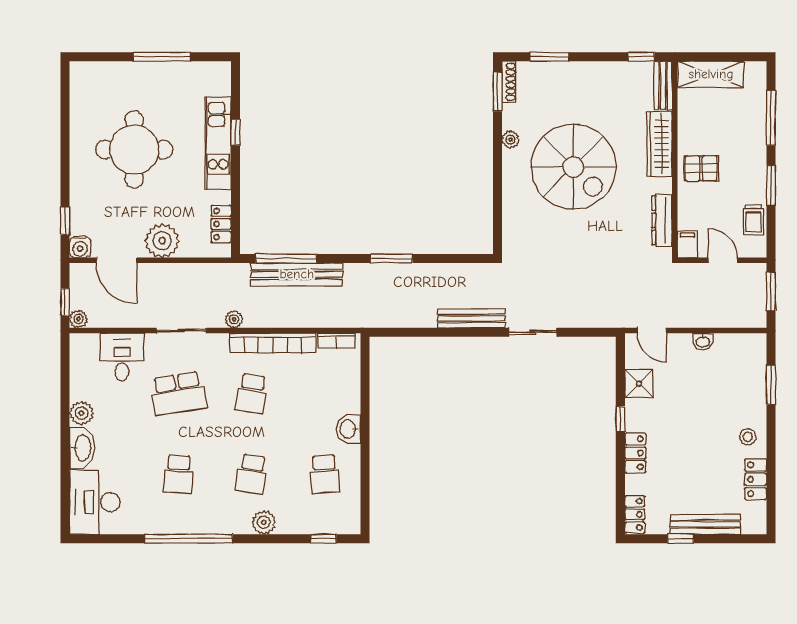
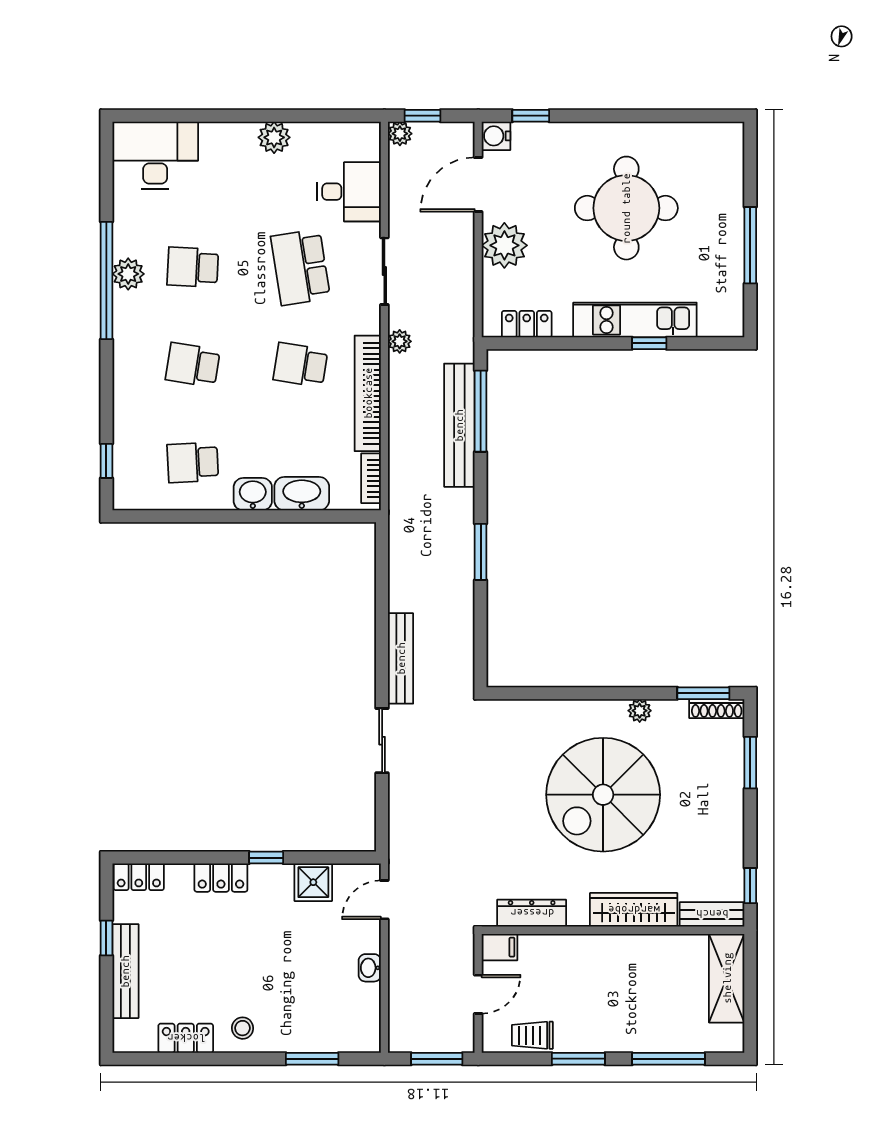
pallet: (701, 168) -> (601, 965), removed
washbasin: (82, 448) -> (302, 494), moved, turned 180
plant: (264, 522) -> (128, 274), moved

